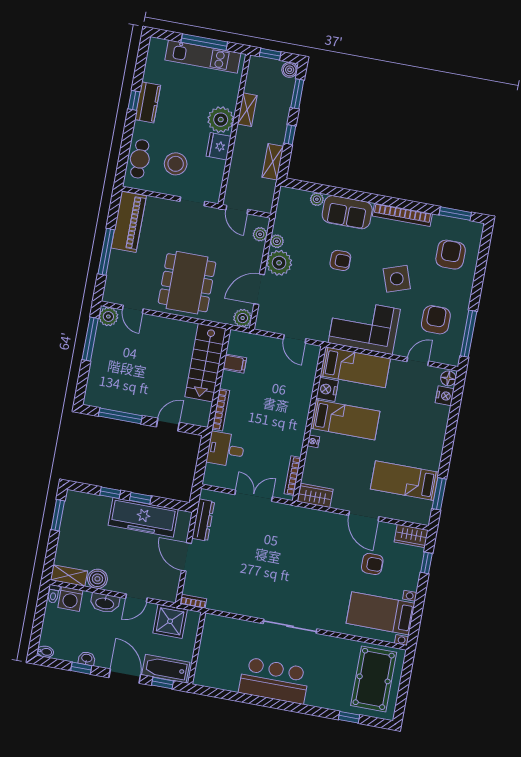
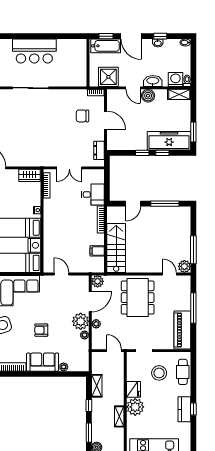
plant: (260, 234) -> (96, 324), moved
freezer: (143, 517) -> (169, 141), moved
dresser: (203, 520) -> (99, 150), width x0.70
chair: (220, 570) -> (82, 116), added
boiler: (97, 579) -> (148, 96), moved
door: (136, 598) -> (133, 88), swing flipped

